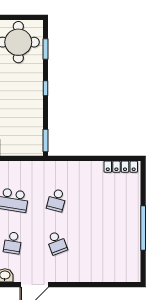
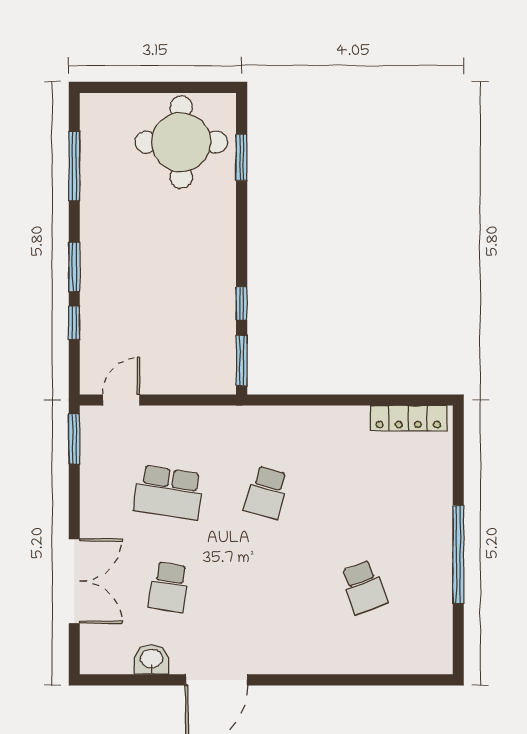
window: (46, 88) -> (242, 303), moved
school desk: (57, 243) -> (364, 587), moved

